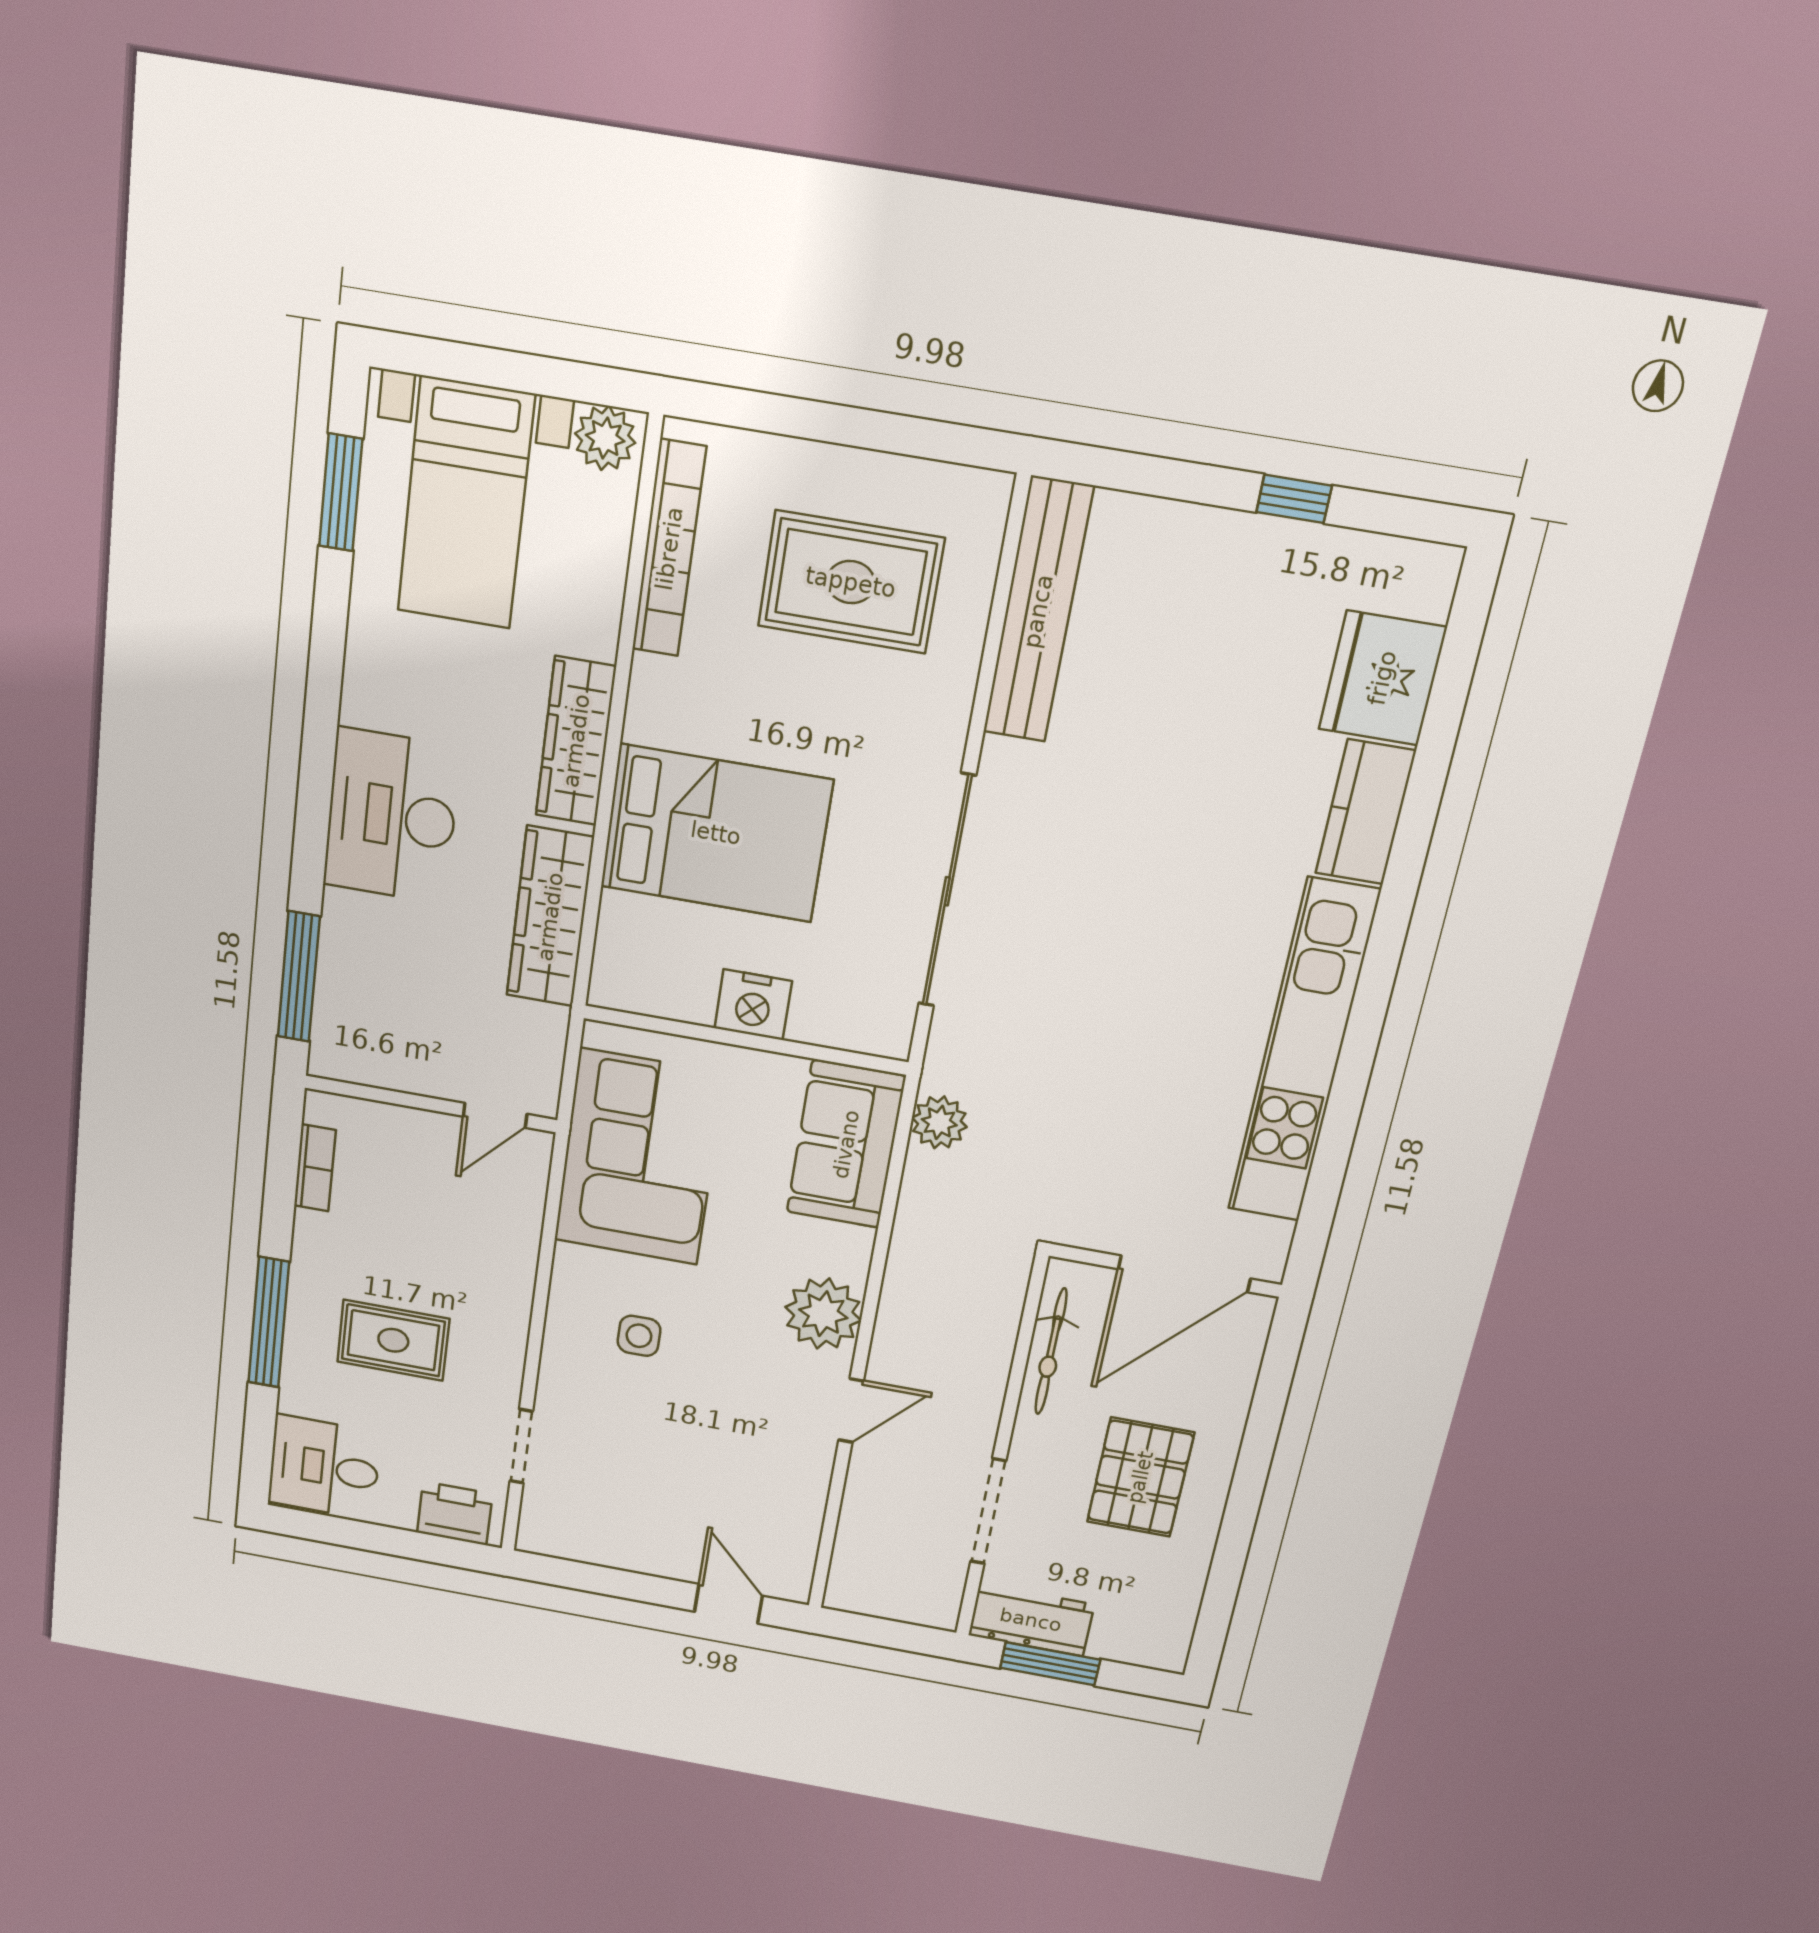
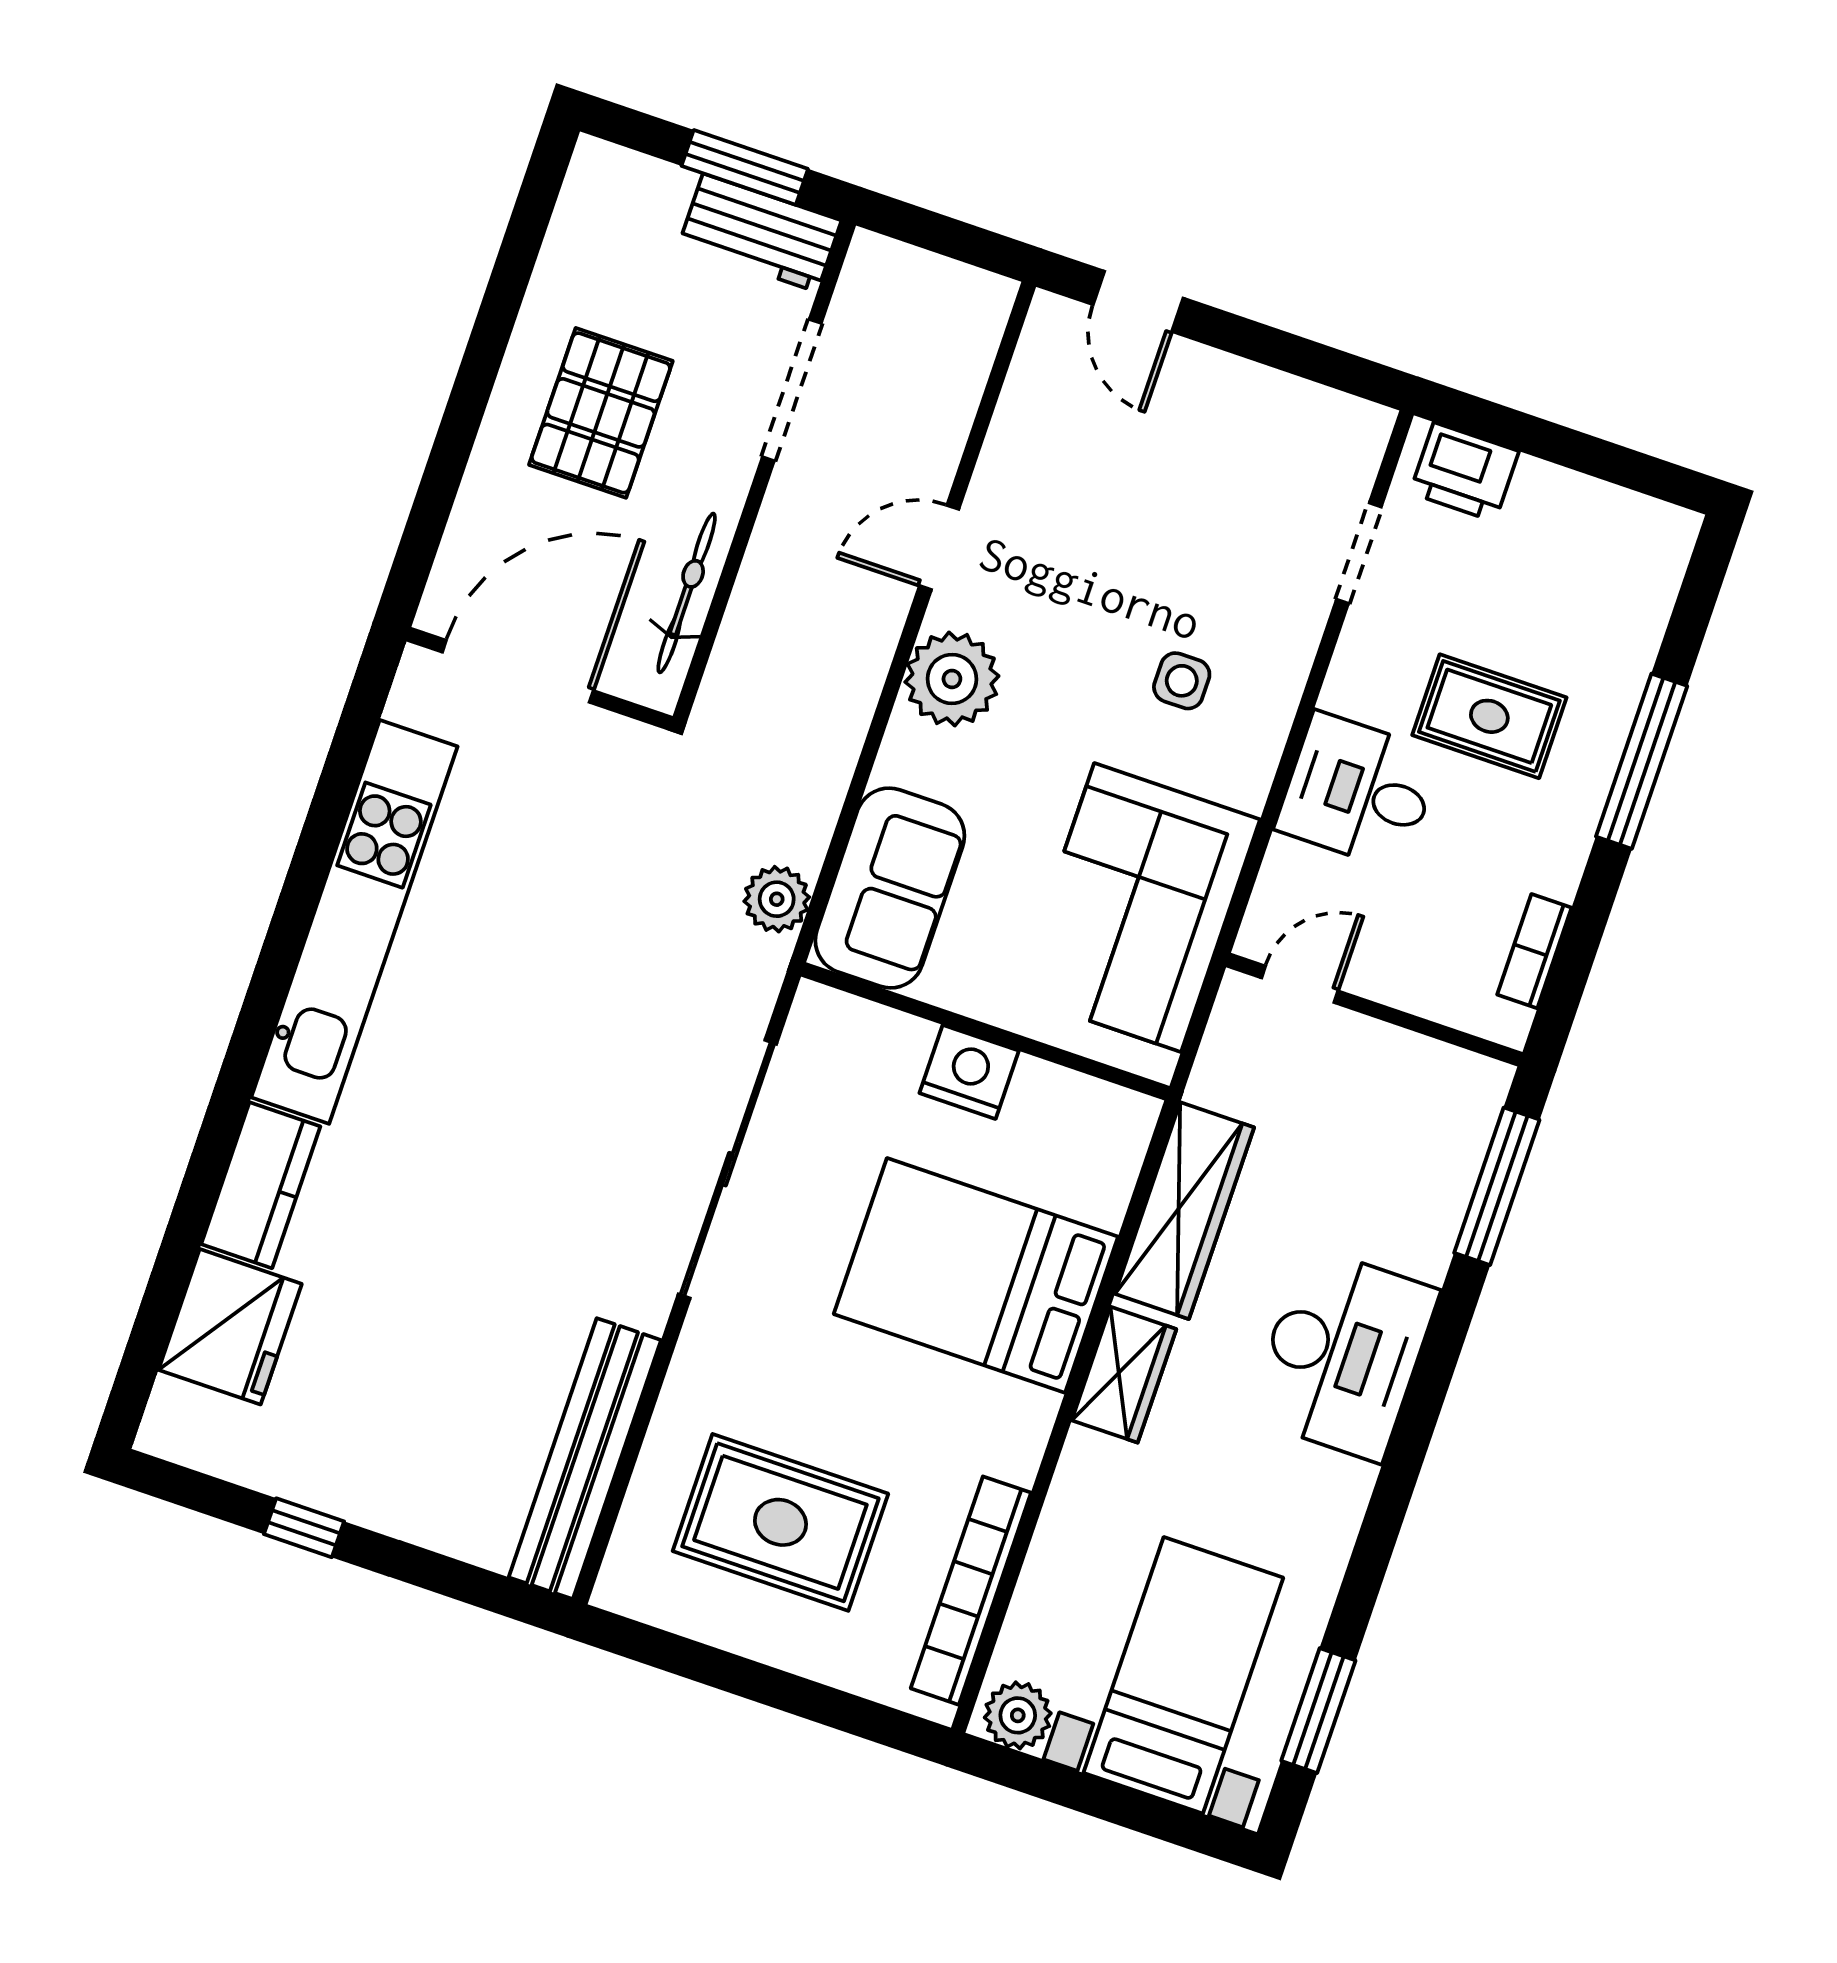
wardrobe: (576, 741) -> (1124, 1375), width x0.67
desk: (324, 1467) -> (1358, 791), moved, turned 180

